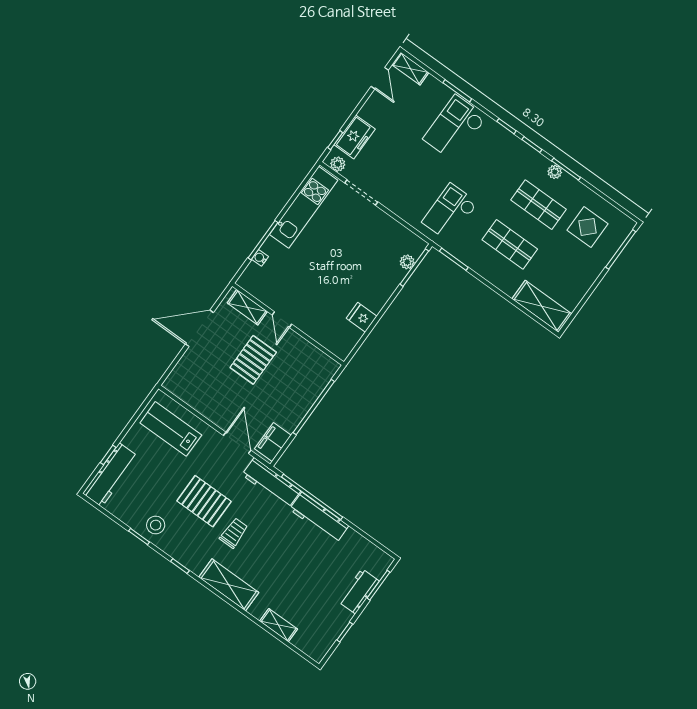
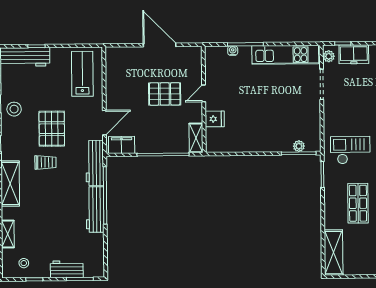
shelving: (247, 307) -> (196, 138), moved
fridge: (362, 317) -> (215, 119), moved, turned 90
stool: (320, 631) -> (24, 263), added

